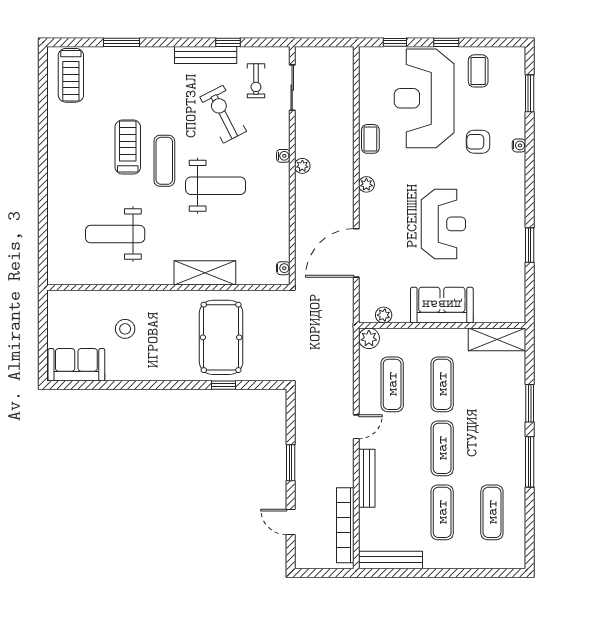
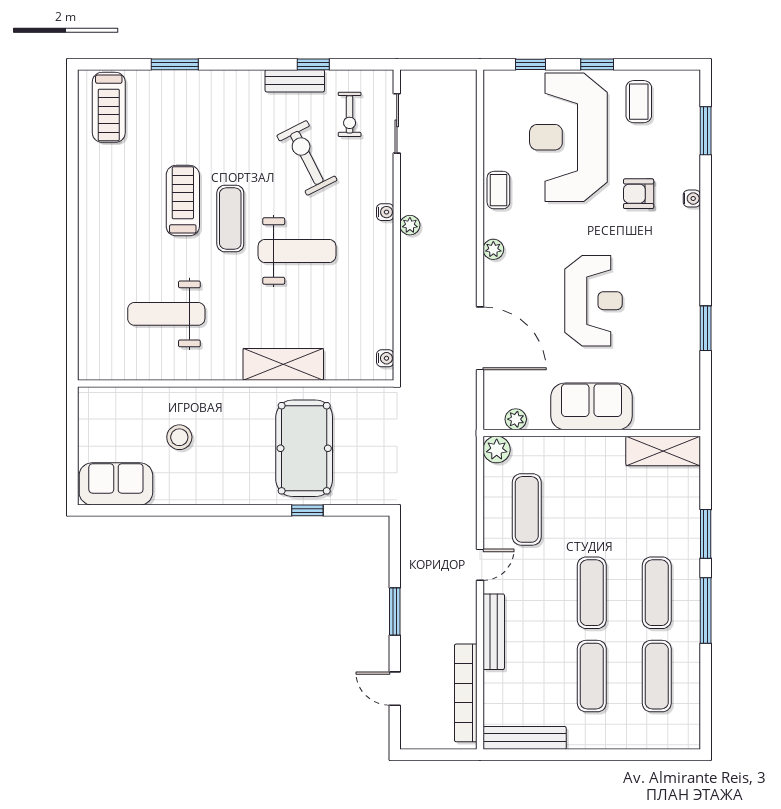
bench: (206, 55) -> (295, 81), width x0.73
door: (356, 253) -> (480, 338), swing flipped
exercise mat: (442, 384) -> (657, 593), moved

